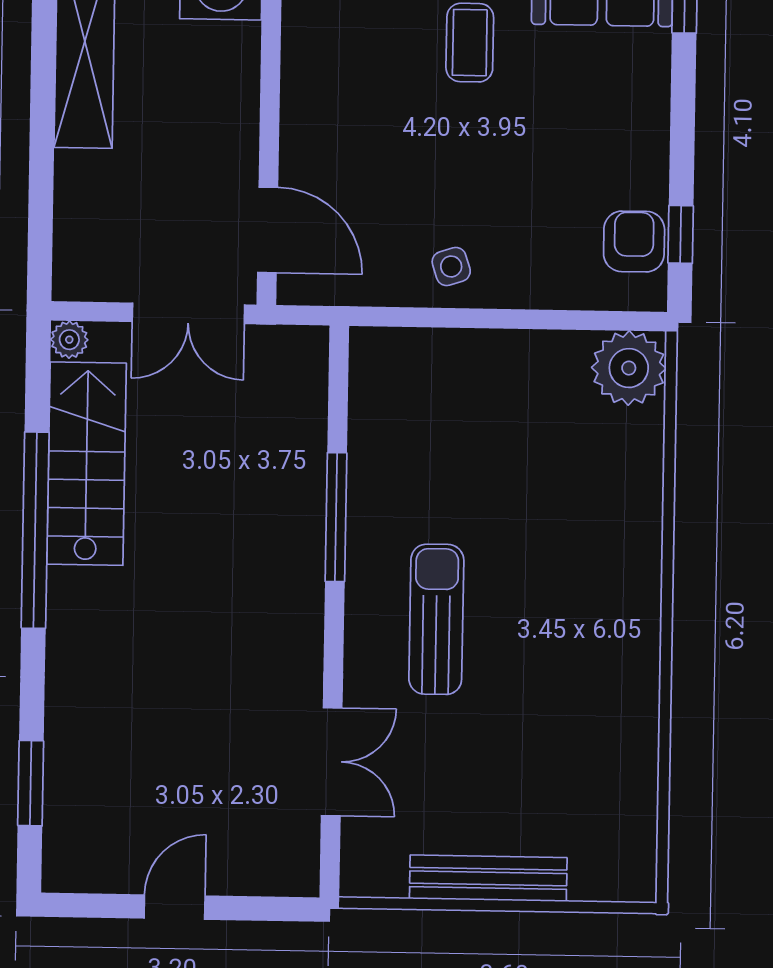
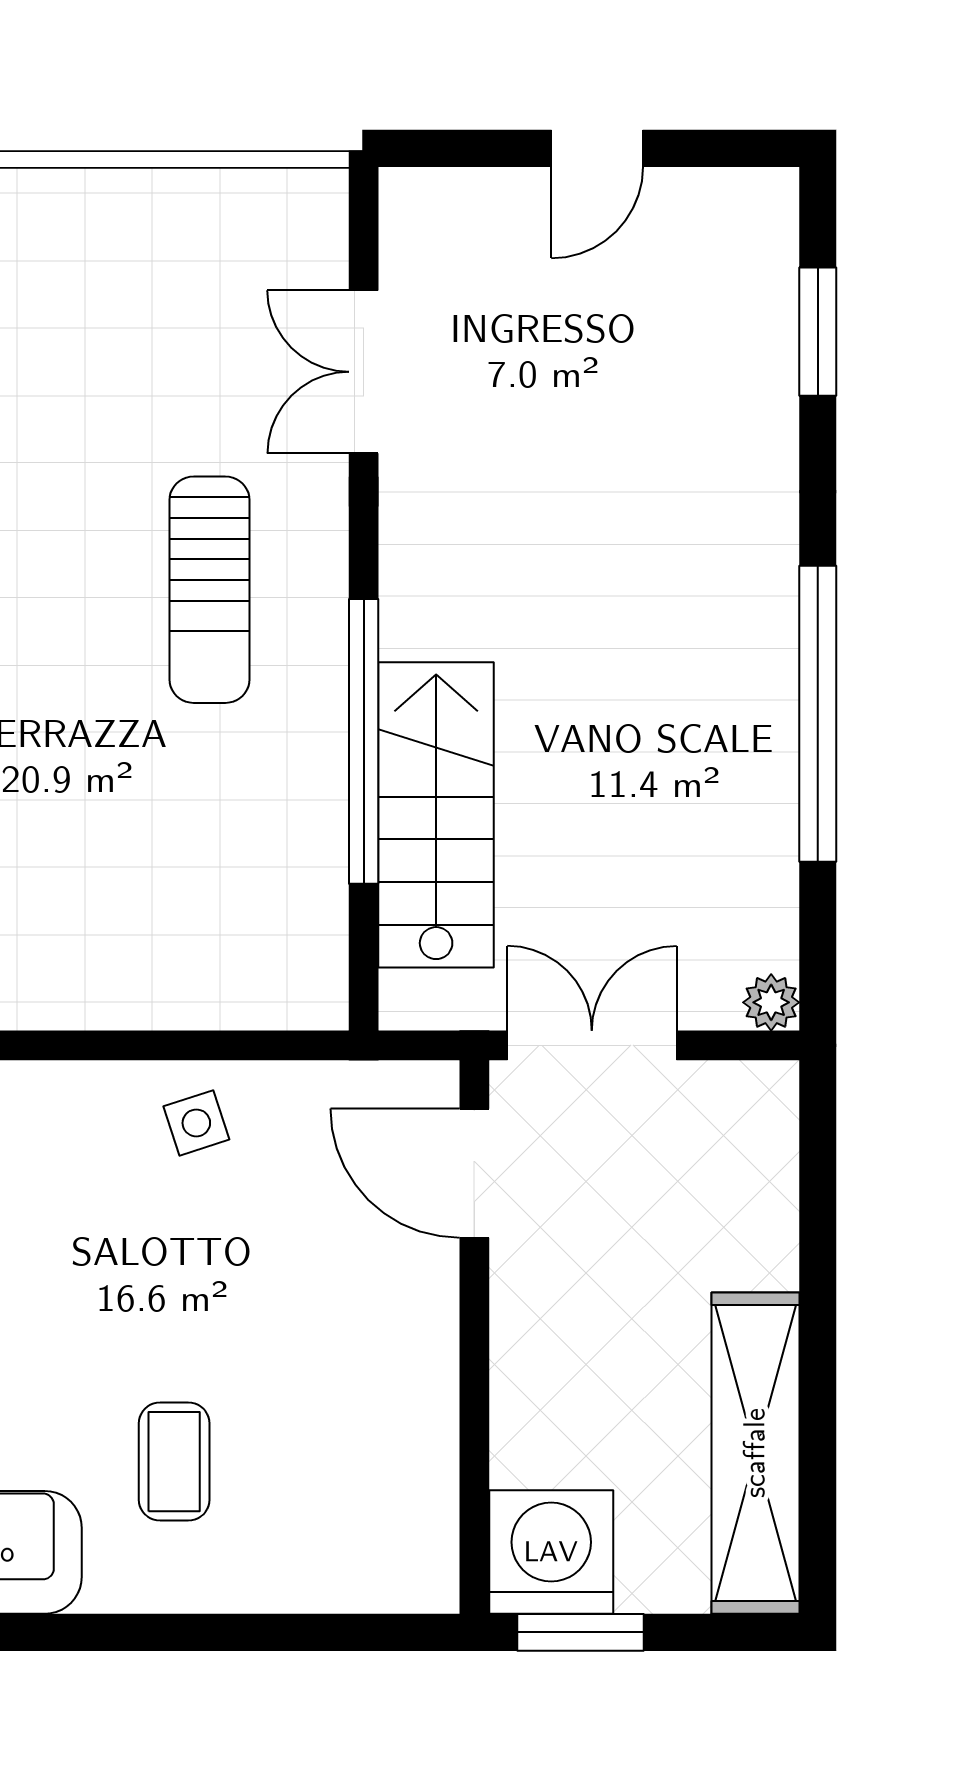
stairs: (87, 464) -> (436, 815), moved, turned 180
window: (336, 517) -> (364, 741), width x1.46
bench: (488, 878) -> (124, 200), removed

